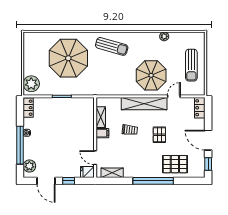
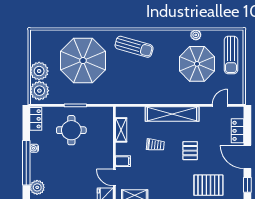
sun lounger: (191, 65) -> (231, 55), moved
plant: (31, 67) -> (39, 71), added
parasol: (151, 75) -> (197, 64), moved
door: (174, 96) -> (220, 105), moved
locker: (200, 108) -> (238, 131), moved
round table: (58, 117) -> (71, 130), added
filing cabinet: (102, 133) -> (123, 161), moved

